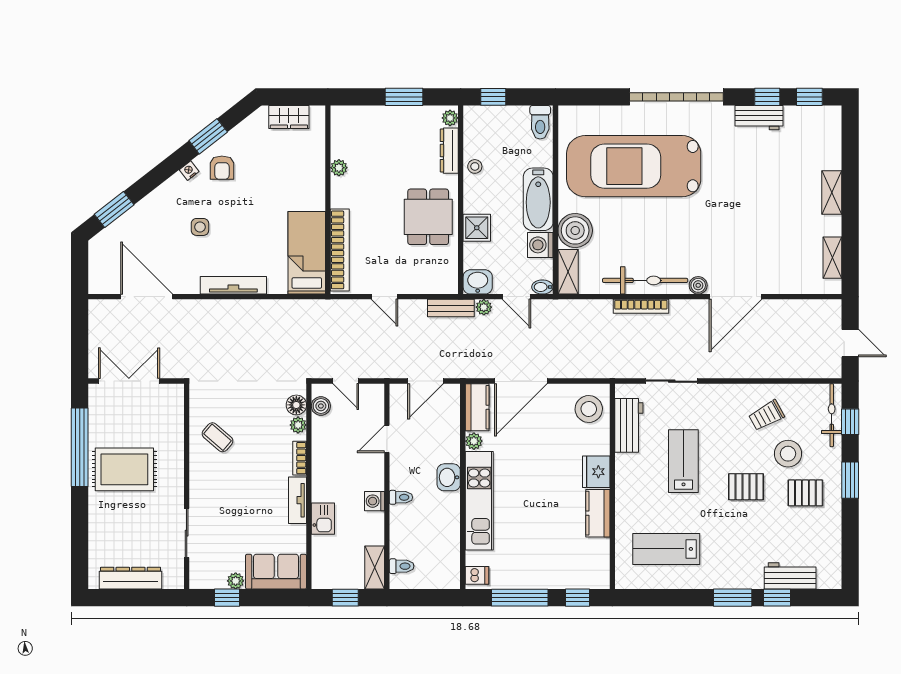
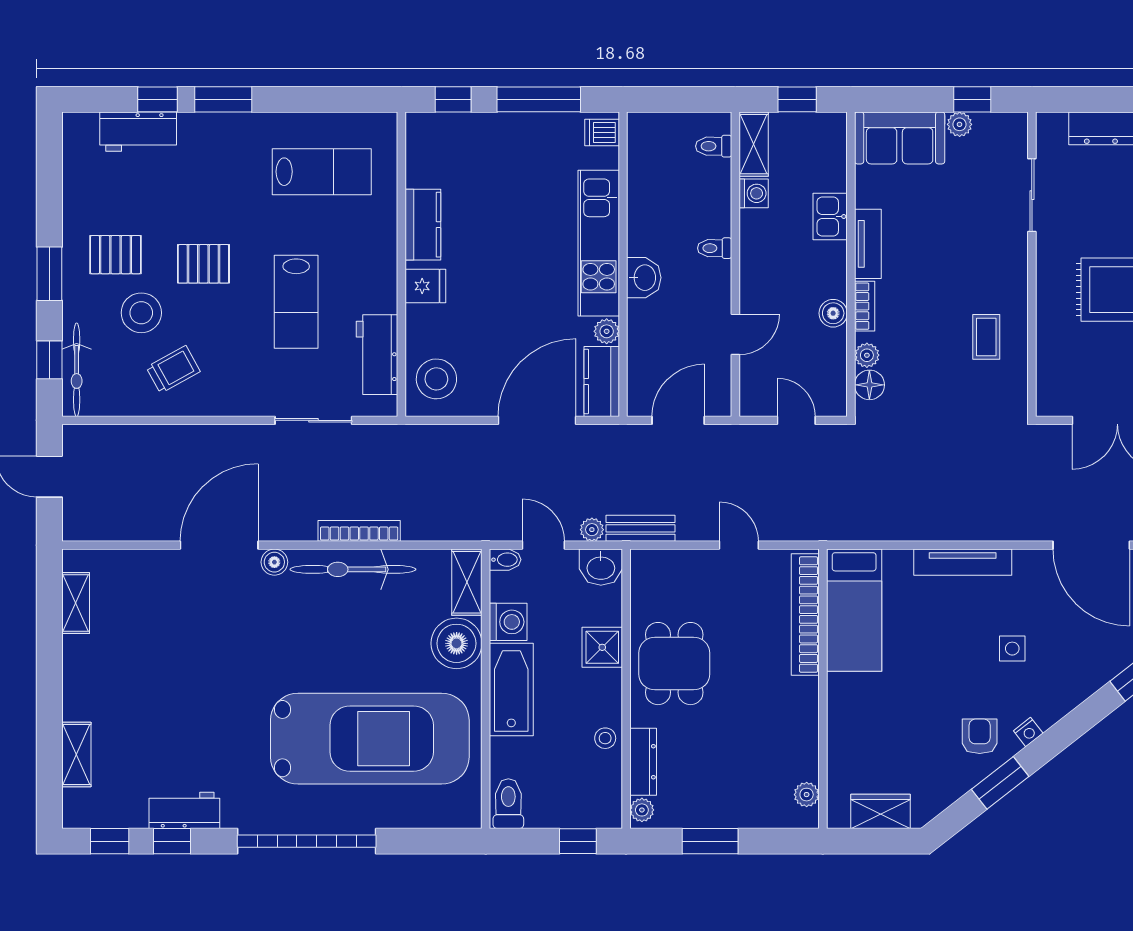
plant: (339, 168) -> (807, 795), moved
shelving: (832, 193) -> (76, 755), moved
boiler: (321, 406) -> (833, 313), moved
coffee table: (217, 437) -> (986, 337), turned 49
fridge: (596, 472) -> (425, 286), width x0.72
washing machine: (375, 501) -> (754, 193), moved

